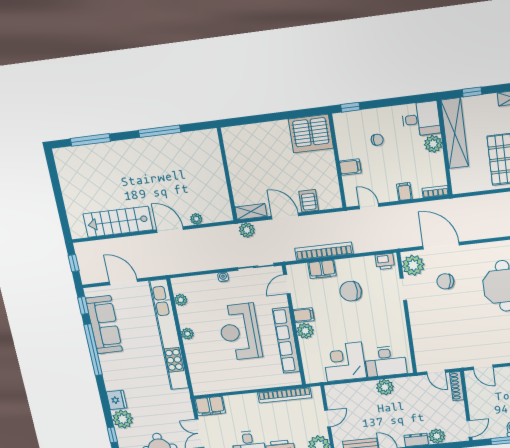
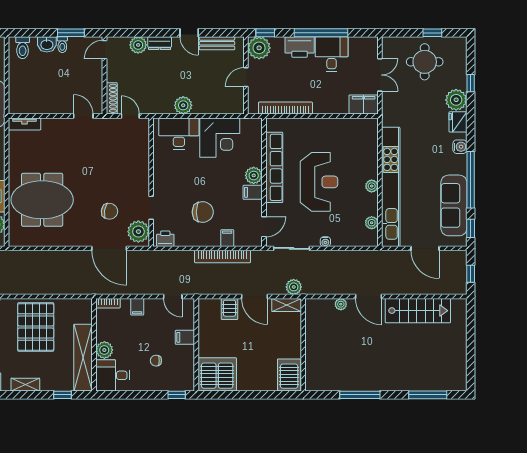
server rack: (236, 142) -> (289, 375), added
filing cabinet: (322, 269) -> (227, 238), width x0.50
water cooler: (110, 378) -> (460, 147), added

